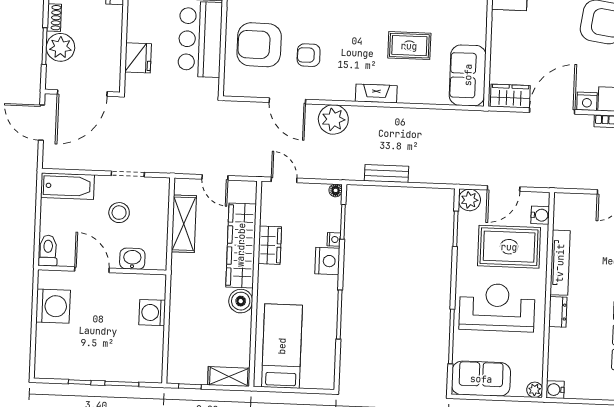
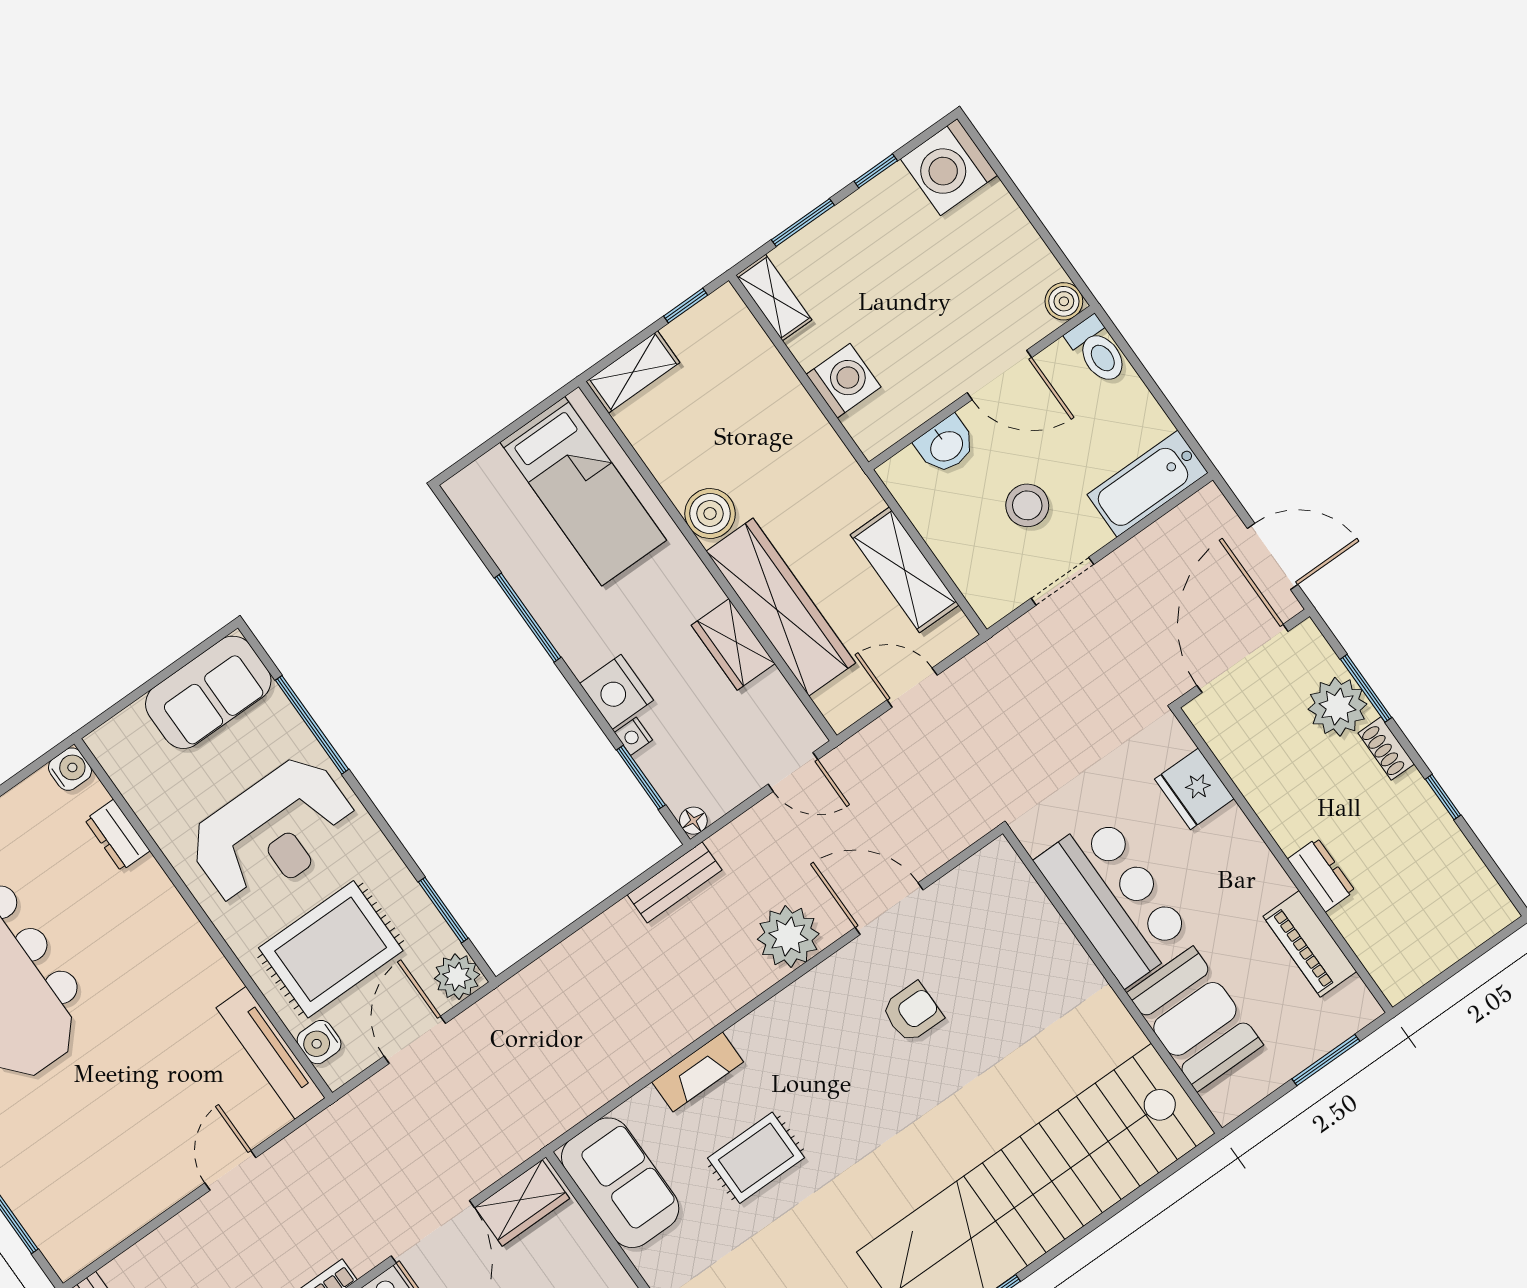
armchair: (259, 45) -> (1008, 966), removed
fireplace: (376, 93) -> (698, 1072), moved
bench: (387, 174) -> (675, 882), moved
tv unit: (560, 263) -> (271, 1053), moved
boiler: (46, 279) -> (1064, 301), added
washing machine: (53, 306) -> (949, 167), moved
dresser: (558, 312) -> (117, 835), moved
shelving: (154, 364) -> (774, 298), added
plant: (535, 390) -> (104, 743), removed

